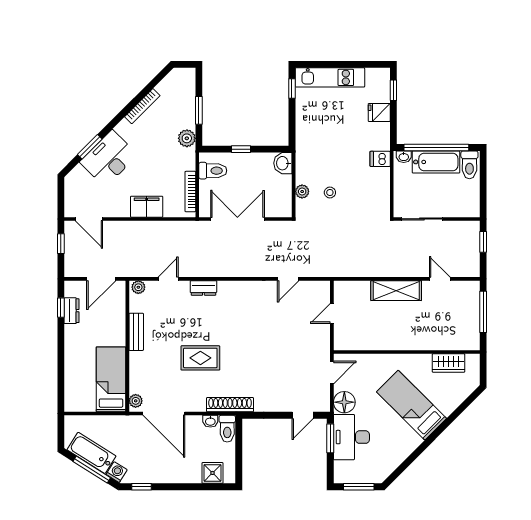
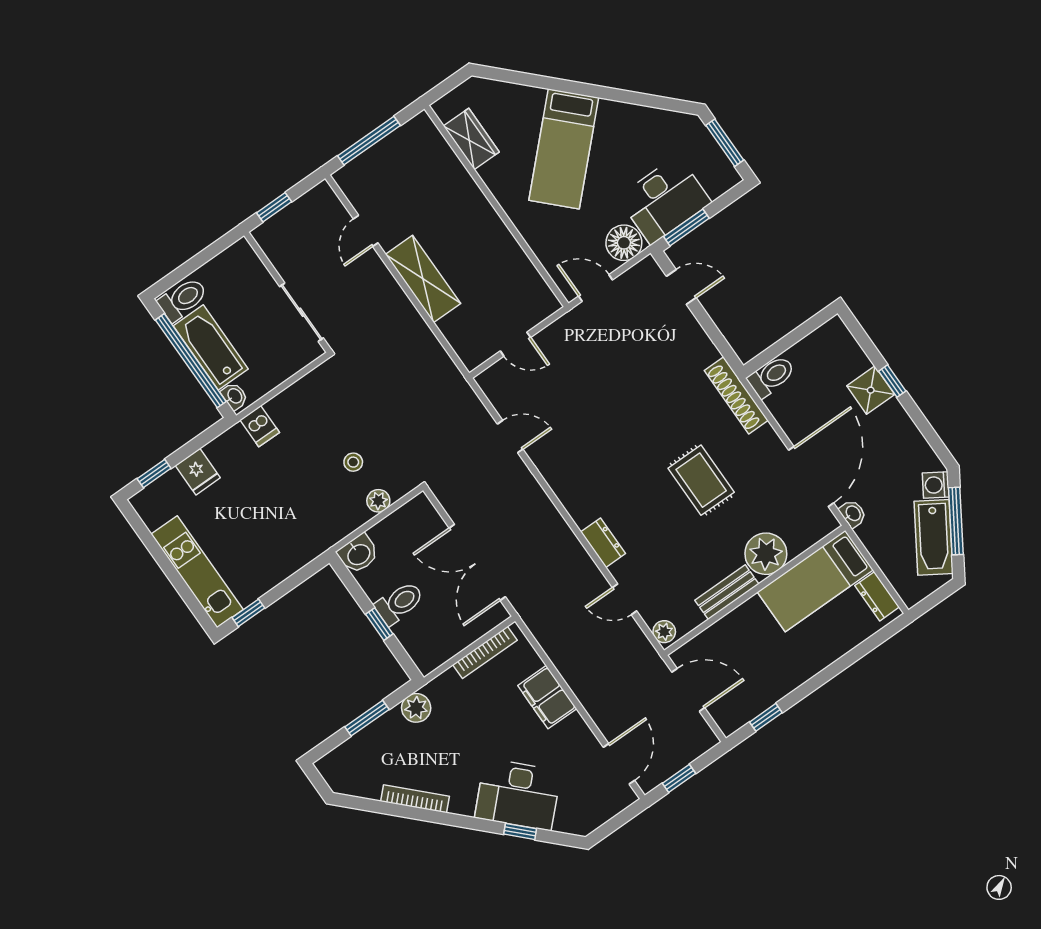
window: (90, 147) -> (520, 831), width x0.67
toilet: (213, 171) -> (399, 603), moved, turned 90
dresser: (72, 311) -> (877, 596), moved, turned -90
plant: (136, 401) -> (766, 554), moved, width x1.88, depth x1.88
washbasin: (210, 421) -> (853, 514), moved
shower: (213, 473) -> (871, 390), moved
window: (142, 487) -> (892, 381), moved

